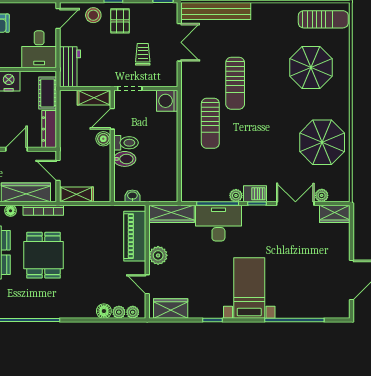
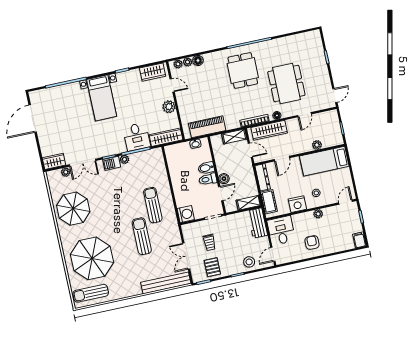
pallet: (120, 21) -> (212, 267), moved
parasol: (311, 67) -> (92, 258), width x1.36, depth x1.36
shelving: (94, 98) -> (249, 203), moved
desk: (218, 223) -> (137, 137), width x0.73
piano: (135, 236) -> (207, 127), moved, turned -90
dining table: (44, 255) -> (243, 71), moved

